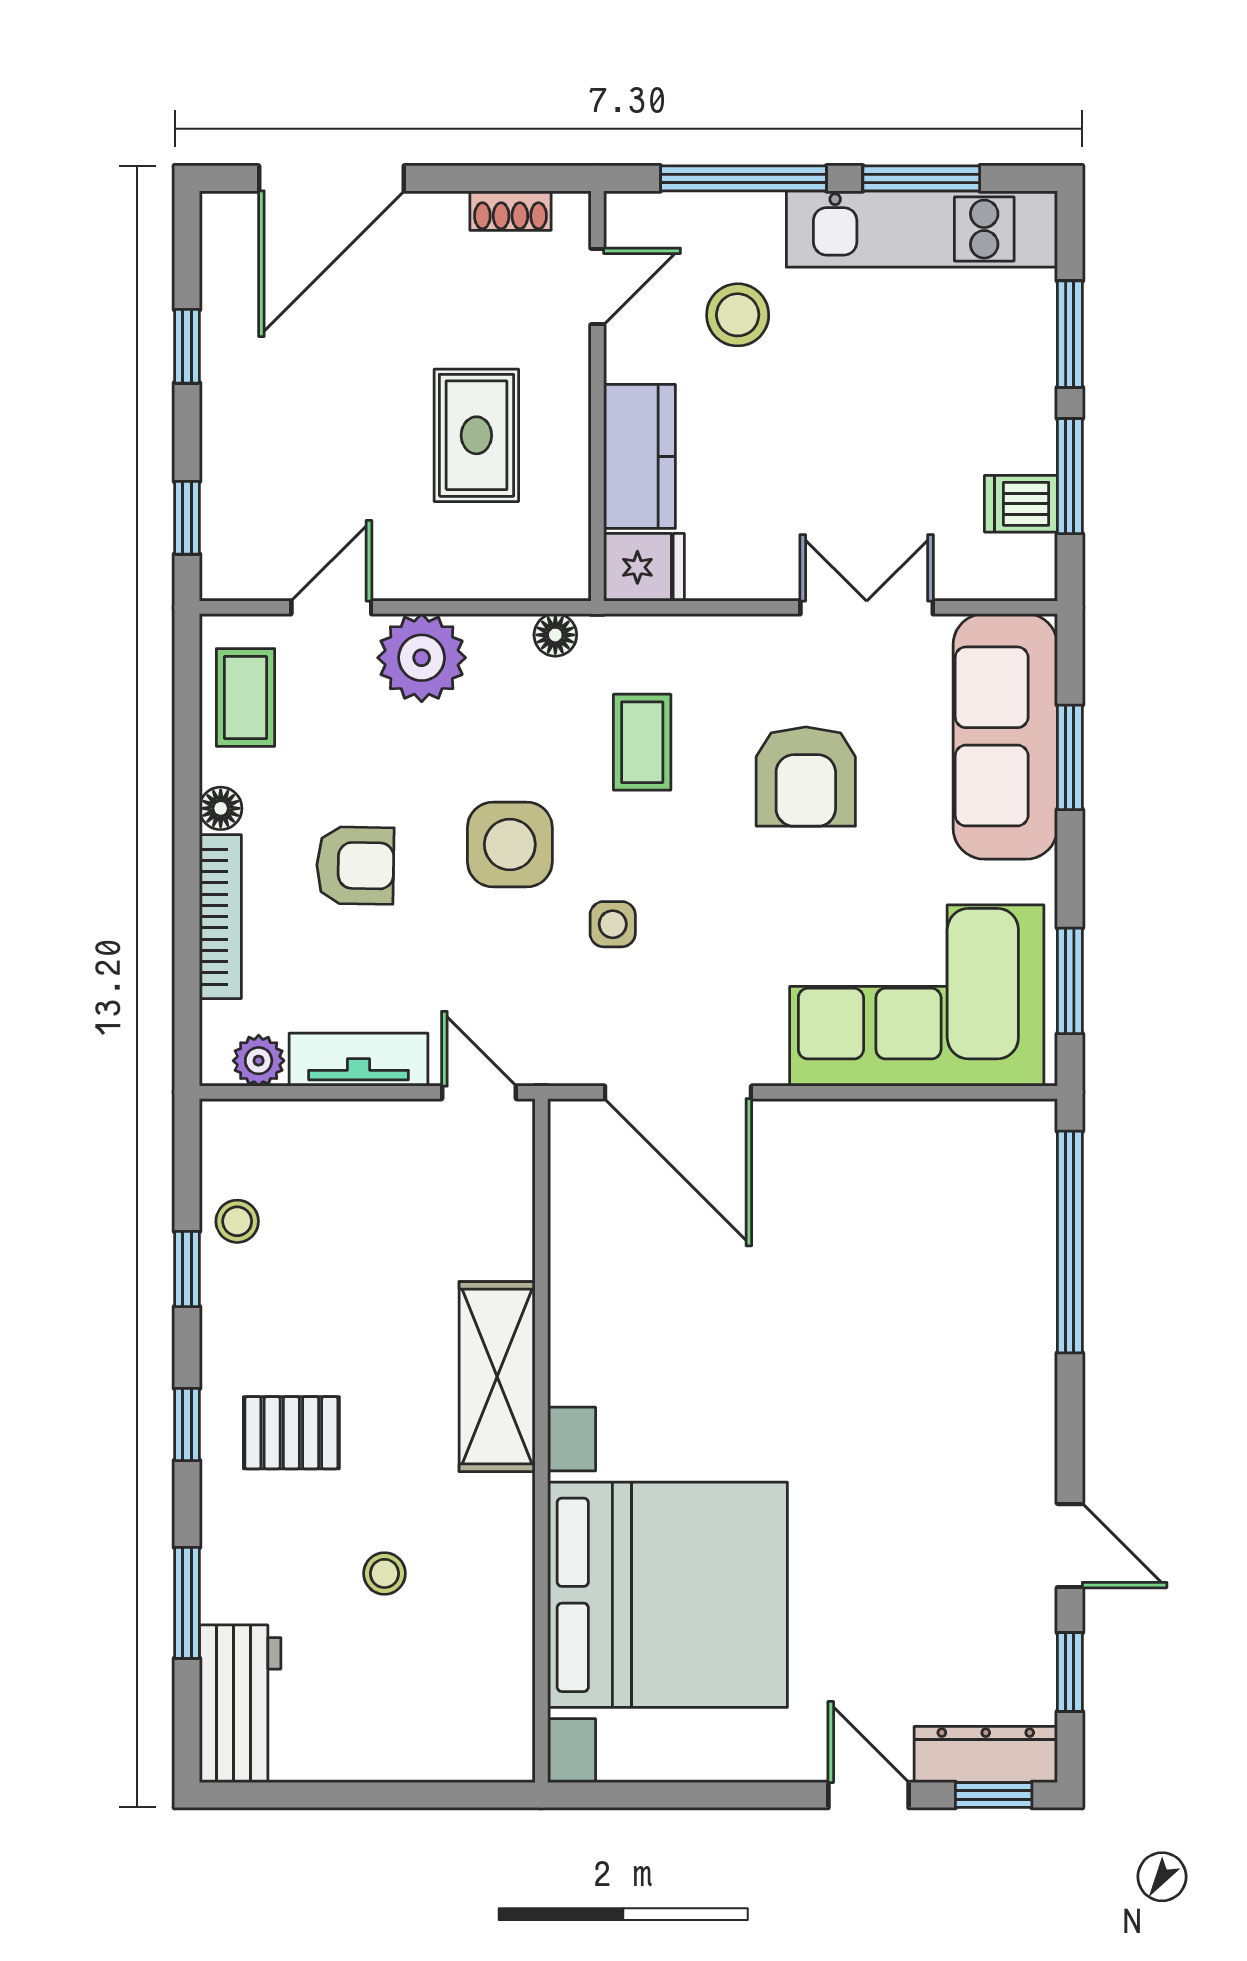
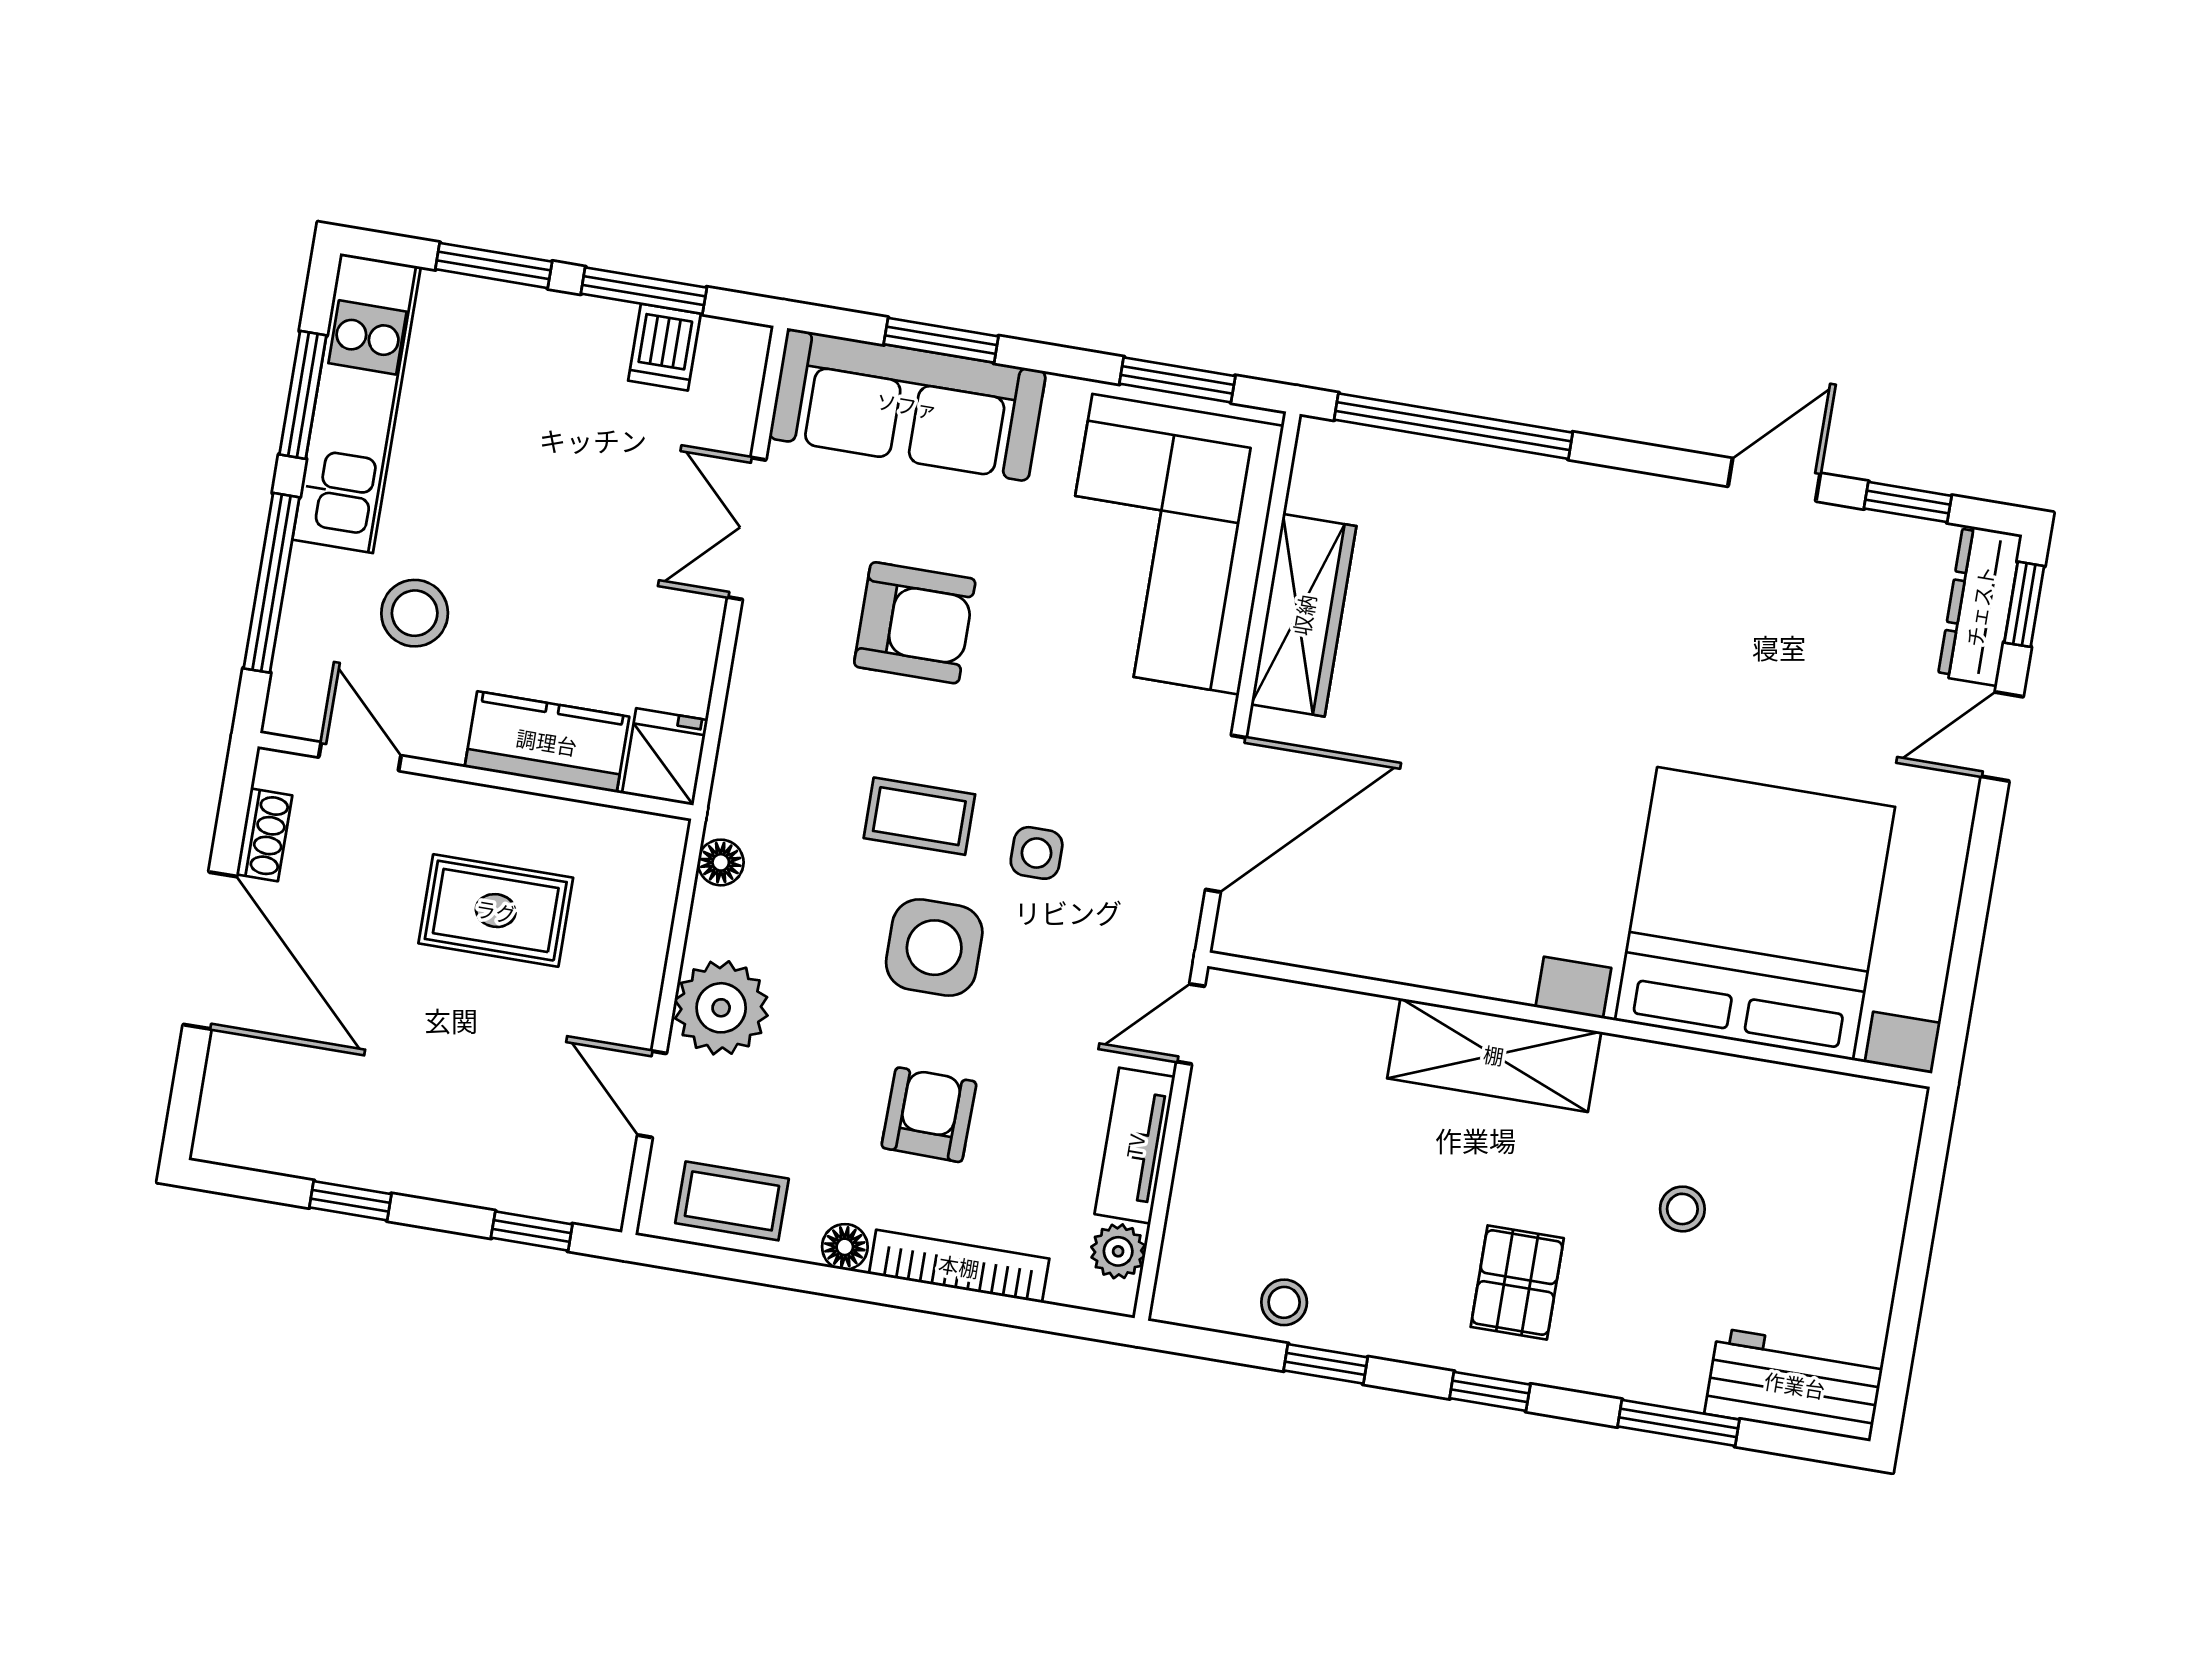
door: (331, 178) -> (210, 950), moved
coffee table: (642, 742) -> (919, 816), moved
wardrobe: (873, 1133) -> (1304, 615), added

